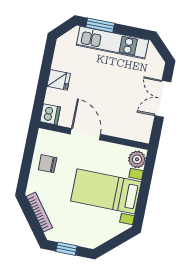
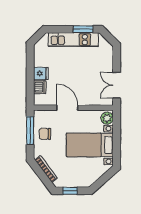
window: (100, 25) -> (83, 29), moved
double door: (163, 99) -> (117, 85), moved
dishwasher: (50, 114) -> (40, 87), moved
window: (28, 155) -> (30, 131), added

